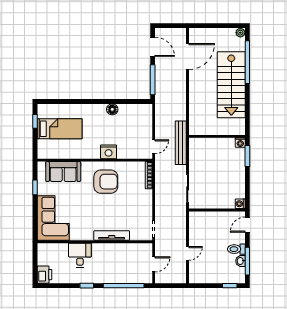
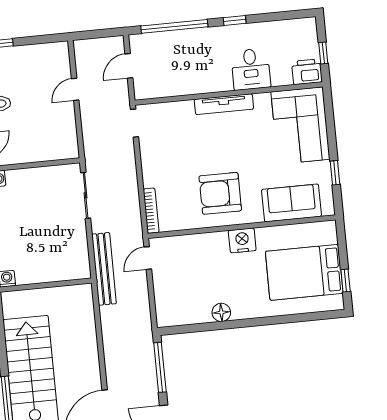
bed: (60, 129) -> (304, 272), width x1.50
nightstand: (109, 152) -> (242, 240), moved
tv unit: (112, 235) -> (224, 104), moved
window: (35, 261) -> (323, 53), added
printer: (44, 275) -> (307, 72), moved, turned 90

